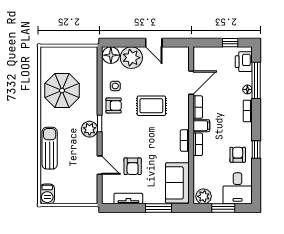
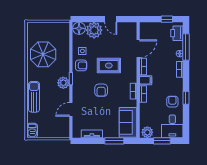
door: (100, 165) -> (71, 109), swing flipped
armchair: (133, 166) -> (101, 90), moved

